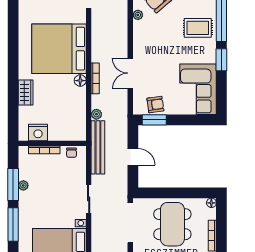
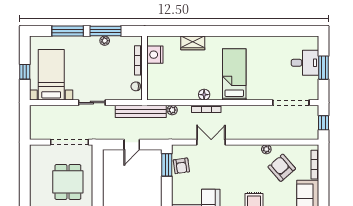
bed: (59, 49) -> (234, 74), width x0.49
dining table: (172, 224) -> (68, 182), width x0.73

